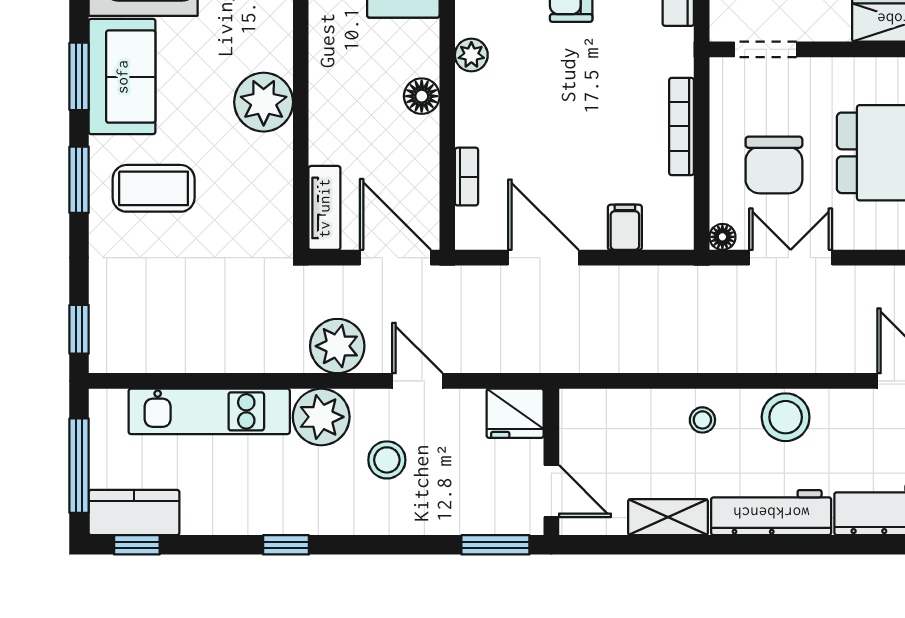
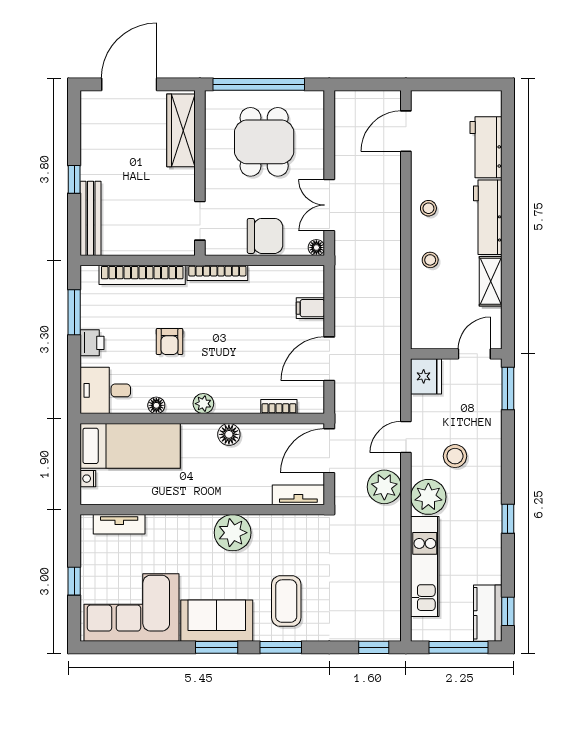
bookcase: (682, 126) -> (217, 273), moved
chair: (774, 165) -> (265, 236), moved
stool: (786, 417) -> (428, 208), width x0.53, depth x0.53

